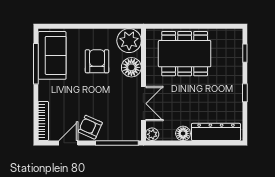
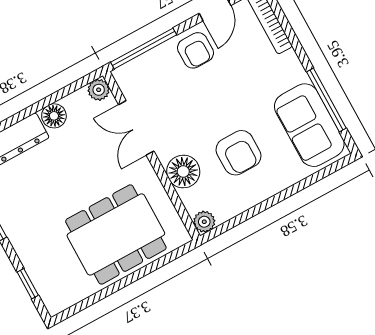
plant: (129, 41) -> (204, 222), width x0.53, depth x0.53
armchair: (90, 127) -> (195, 50), turned 66

